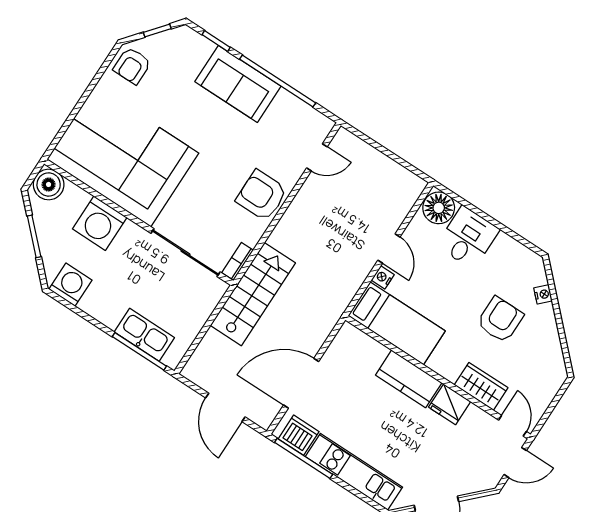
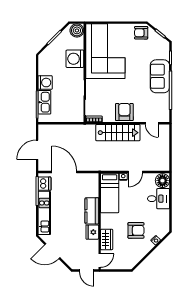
washing machine: (70, 285) -> (45, 83), moved
stairs: (253, 294) -> (118, 133), moved

